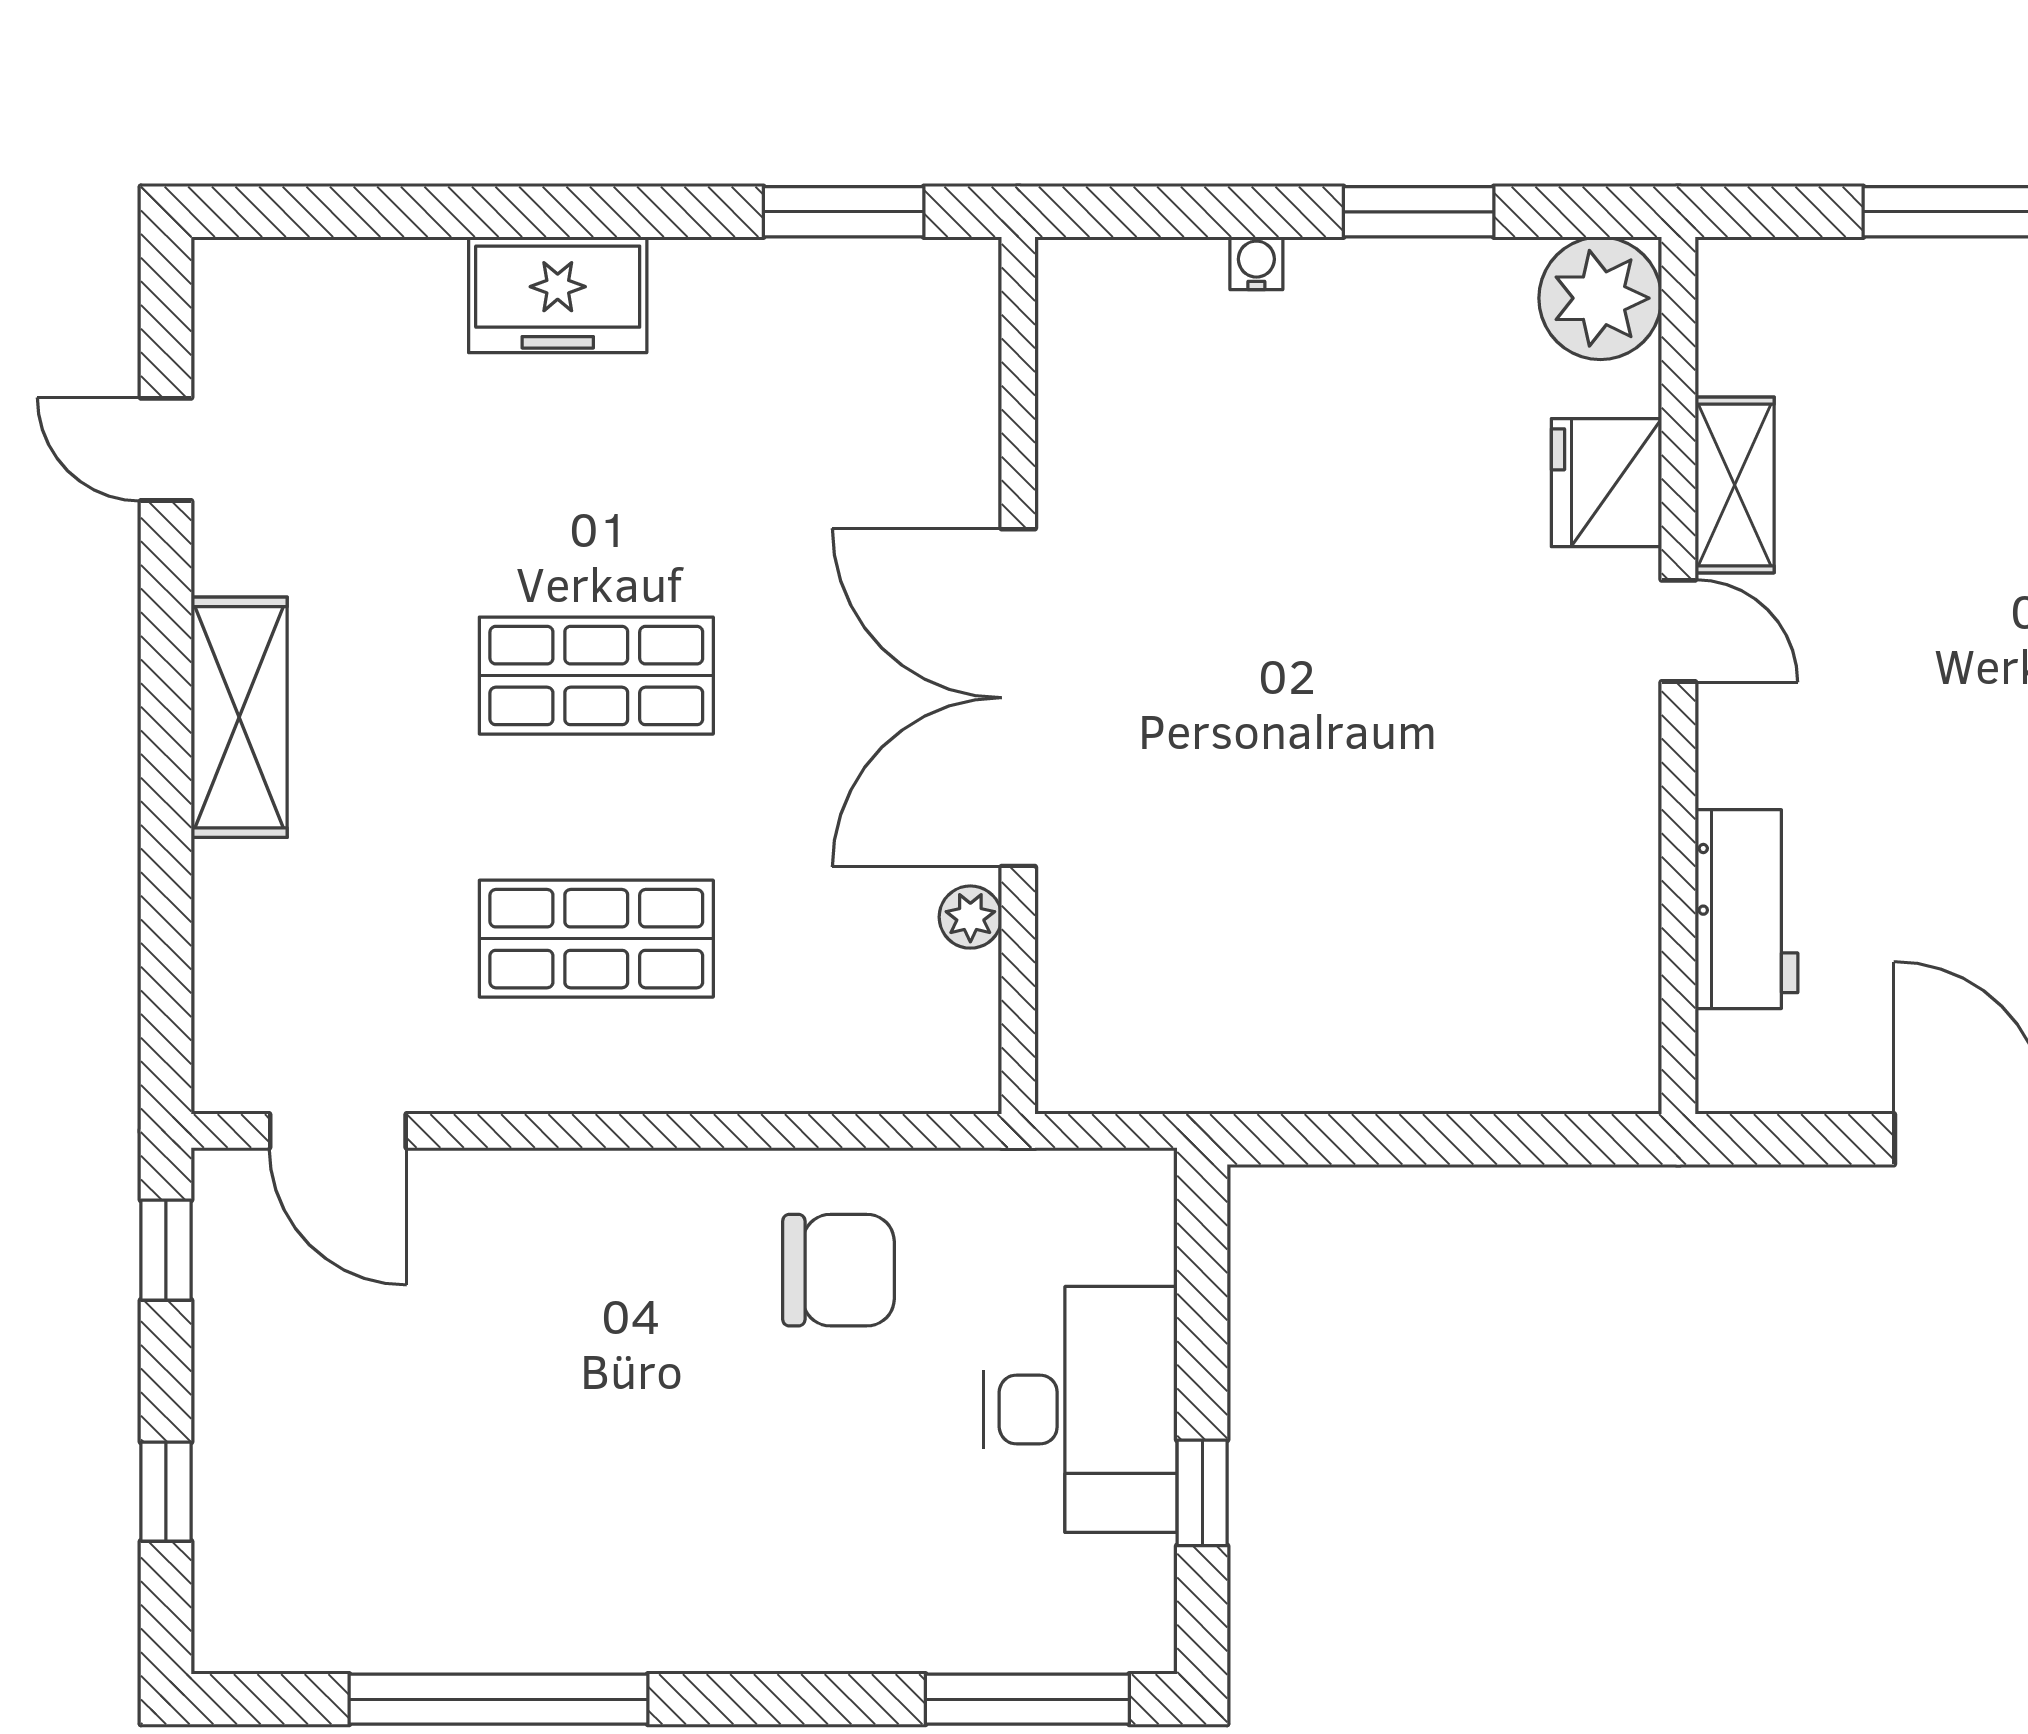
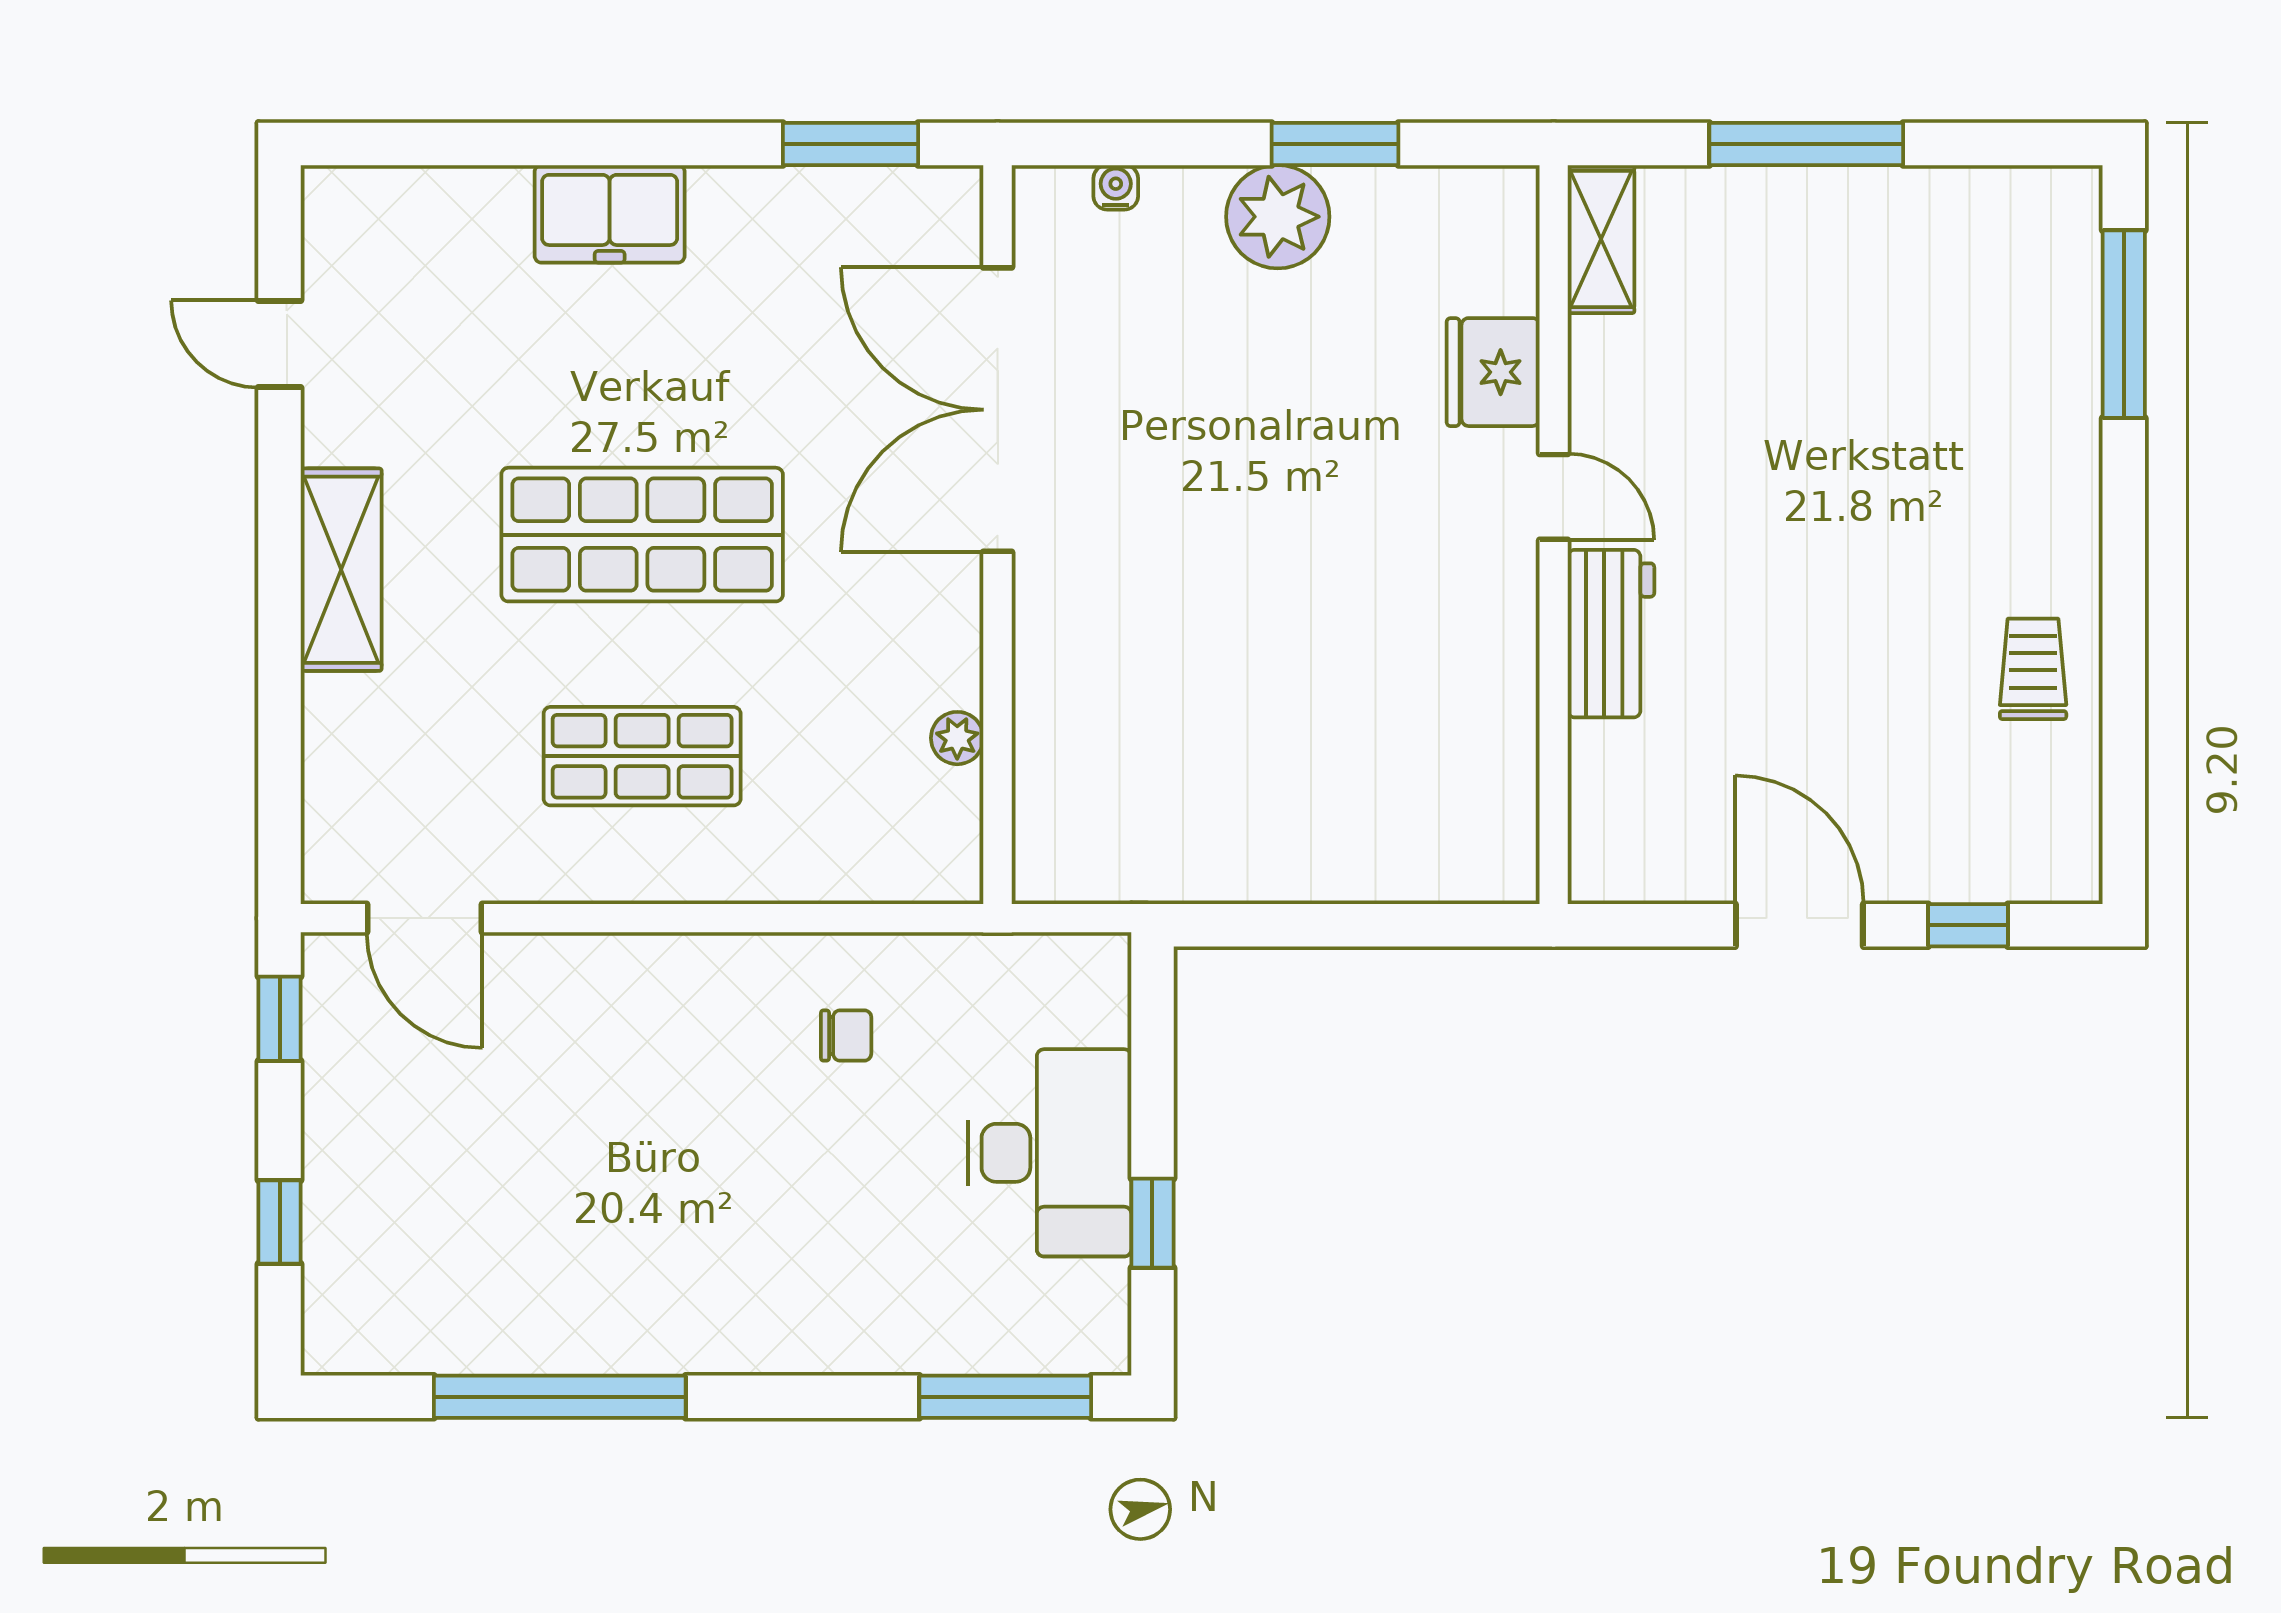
water cooler: (1256, 263) -> (1116, 187), moved
plant: (1600, 298) -> (1278, 217), moved
shelving: (1735, 485) -> (1601, 239), moved
shop shelf: (596, 676) -> (642, 535), width x1.43, depth x1.36
double door: (1018, 698) -> (998, 410), moved
workbench: (1746, 909) -> (1611, 634), moved
chair: (838, 1270) -> (846, 1035), width x0.54, depth x0.54

